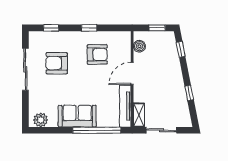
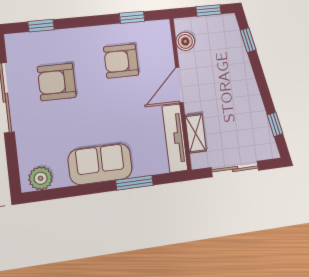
window: (89, 28) -> (132, 17), moved
armchair: (97, 54) -> (121, 61), turned 180
window: (189, 93) -> (275, 124), moved
shelving: (139, 115) -> (196, 133), moved
window: (97, 130) -> (134, 183), width x0.47

